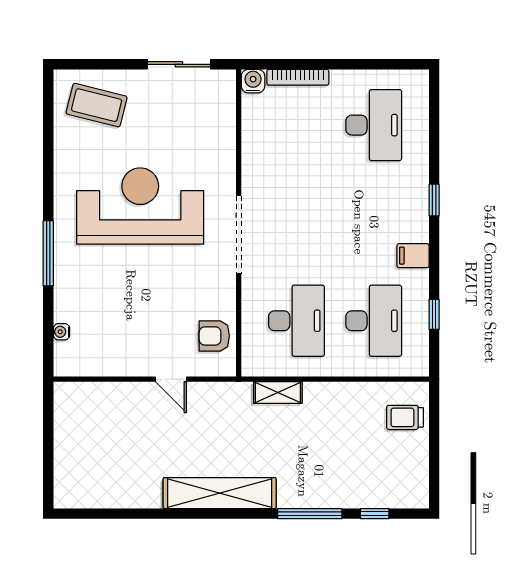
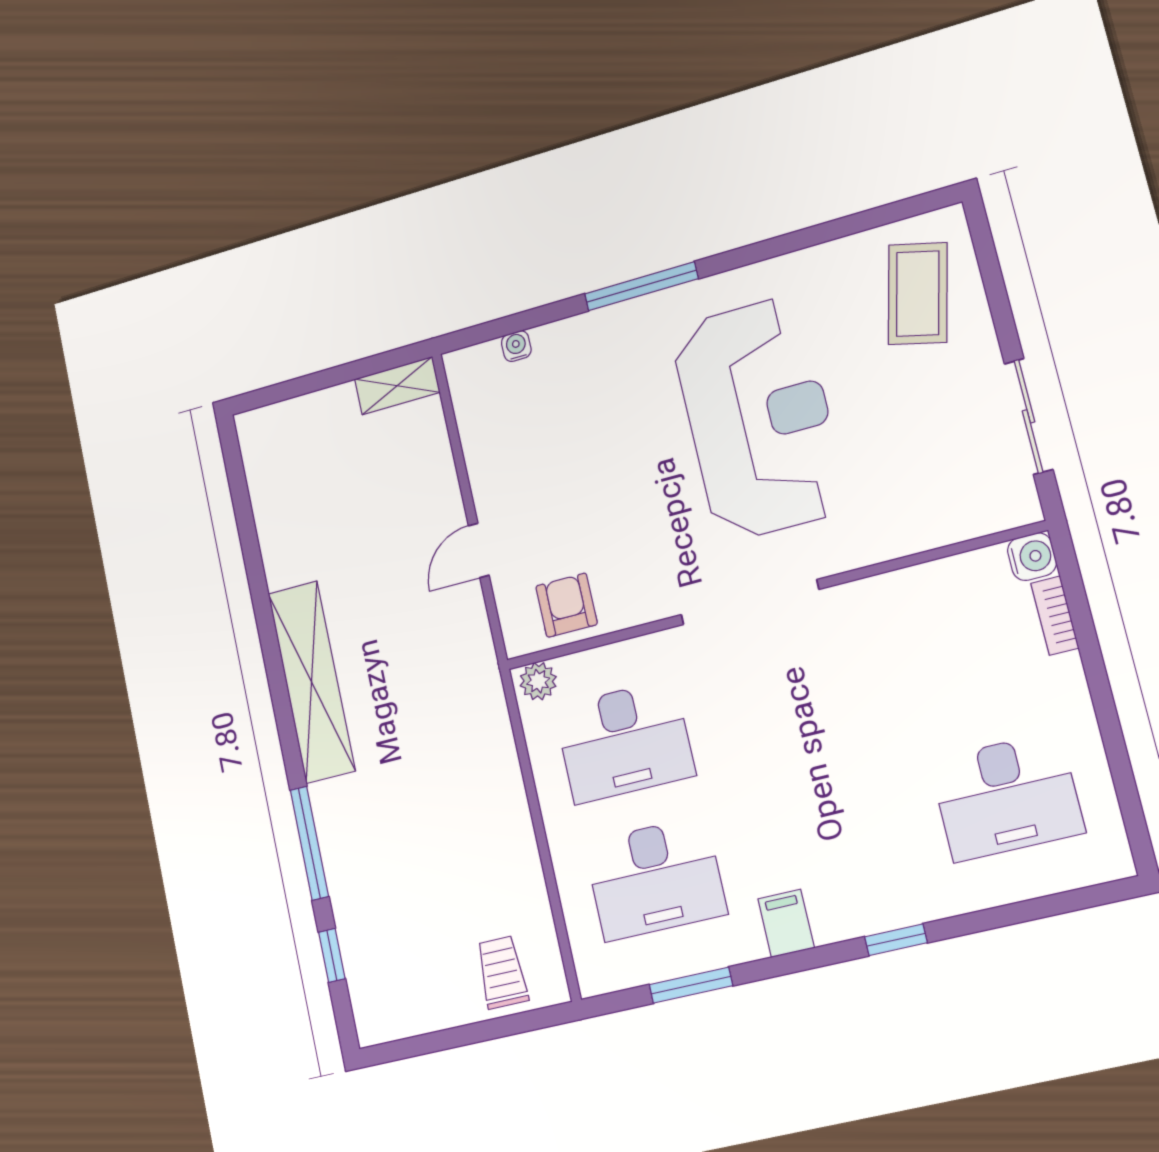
bookcase: (298, 77) -> (1055, 616), width x0.64
window: (434, 314) -> (691, 985), width x1.50
plant: (252, 361) -> (538, 681), added
shelving: (278, 393) -> (397, 386), moved, turned 90

